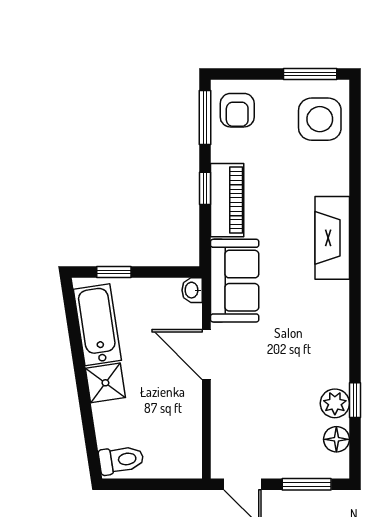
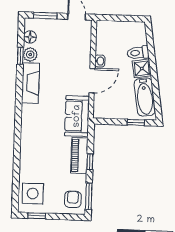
window: (310, 74) -> (37, 216), width x0.67
fireplace: (332, 238) -> (30, 83), moved
washbasin: (192, 290) -> (100, 61), moved
door: (206, 355) -> (92, 81), hinge flipped
toilet: (121, 460) -> (138, 53), moved

